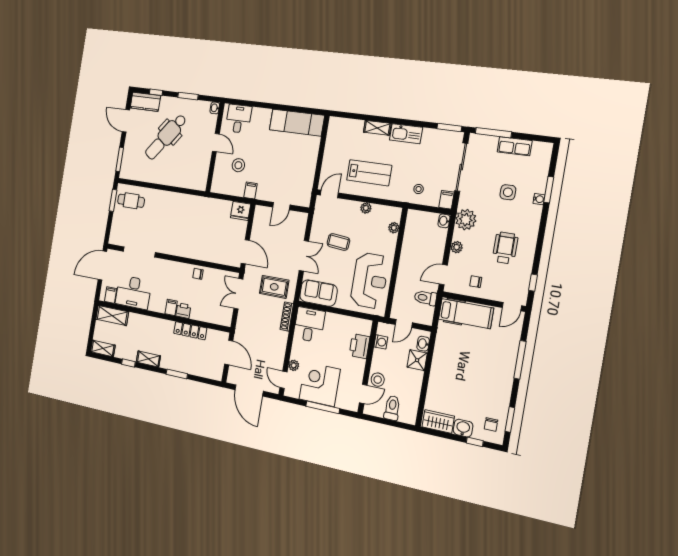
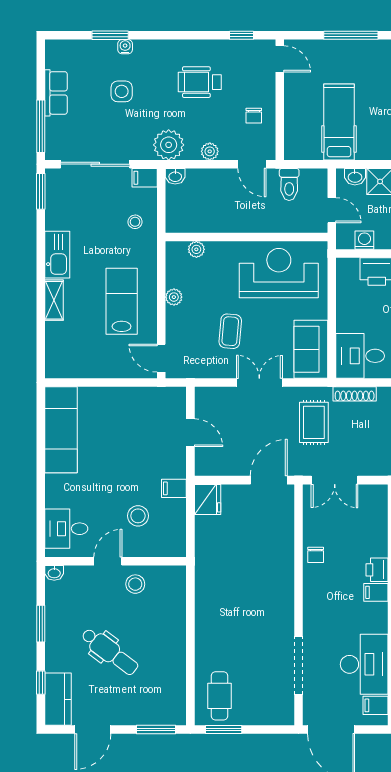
dental chair: (166, 137) -> (110, 652), width x0.73, depth x0.72
stool: (200, 158) -> (135, 584), added
hospital bed: (466, 314) -> (339, 122), moved

